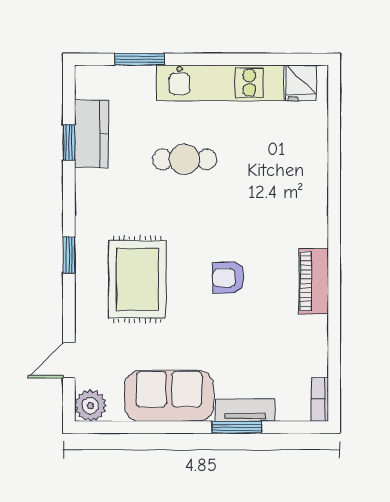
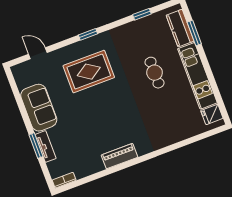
kitchen counter: (91, 134) -> (180, 28), moved, turned 90
armchair: (228, 278) -> (106, 115), removed
plant: (90, 406) -> (20, 72), removed

